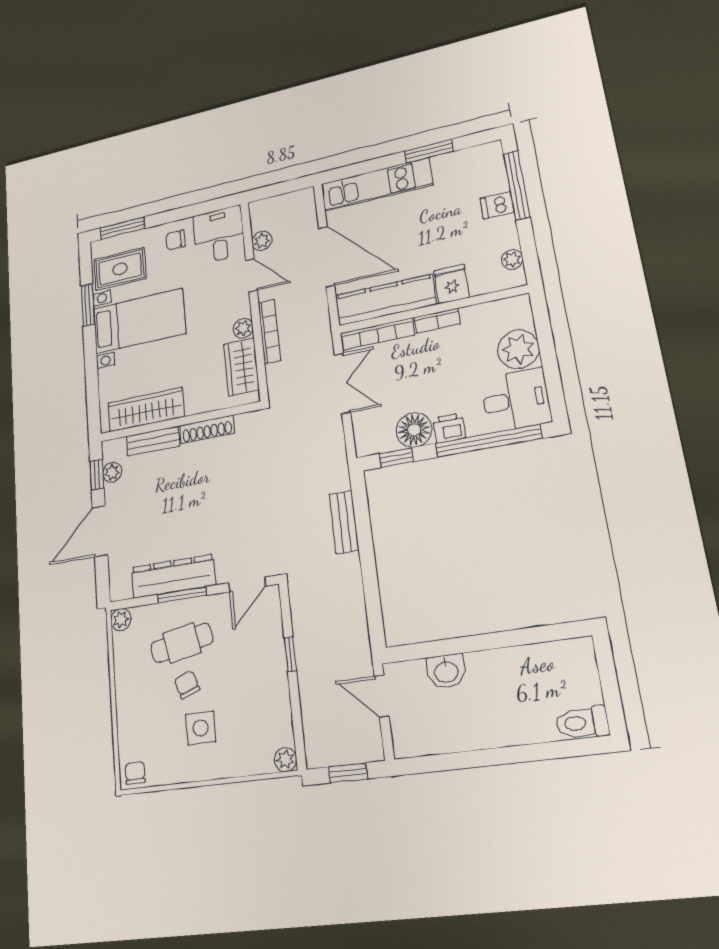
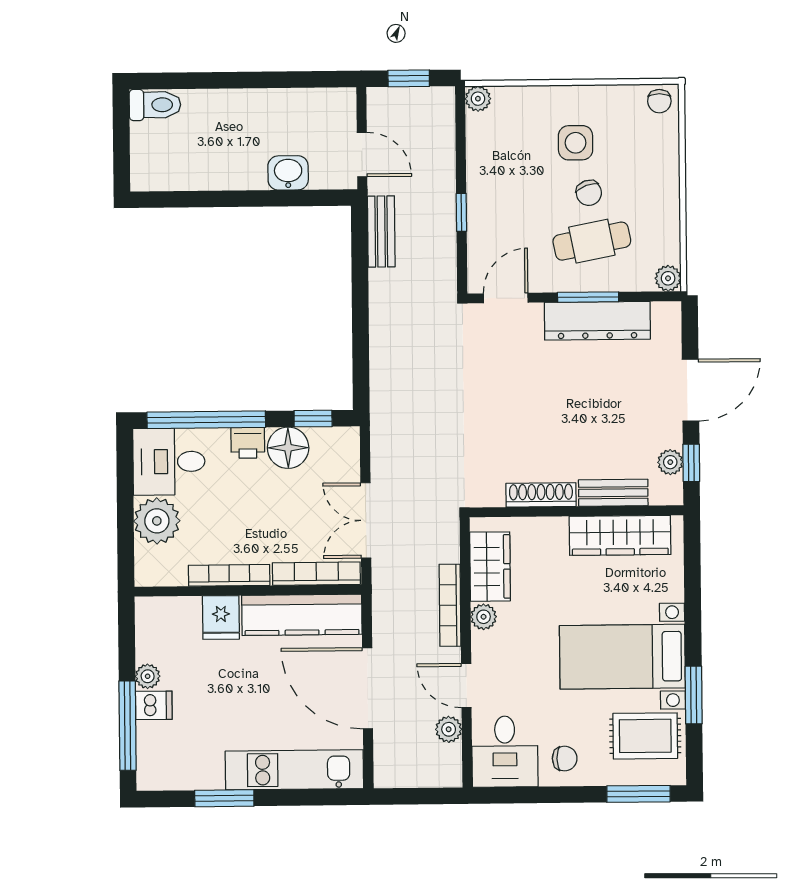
plant: (512, 260) -> (148, 676), moved
bookcase: (437, 321) -> (229, 575), width x1.56
bench: (344, 522) -> (381, 231), moved

